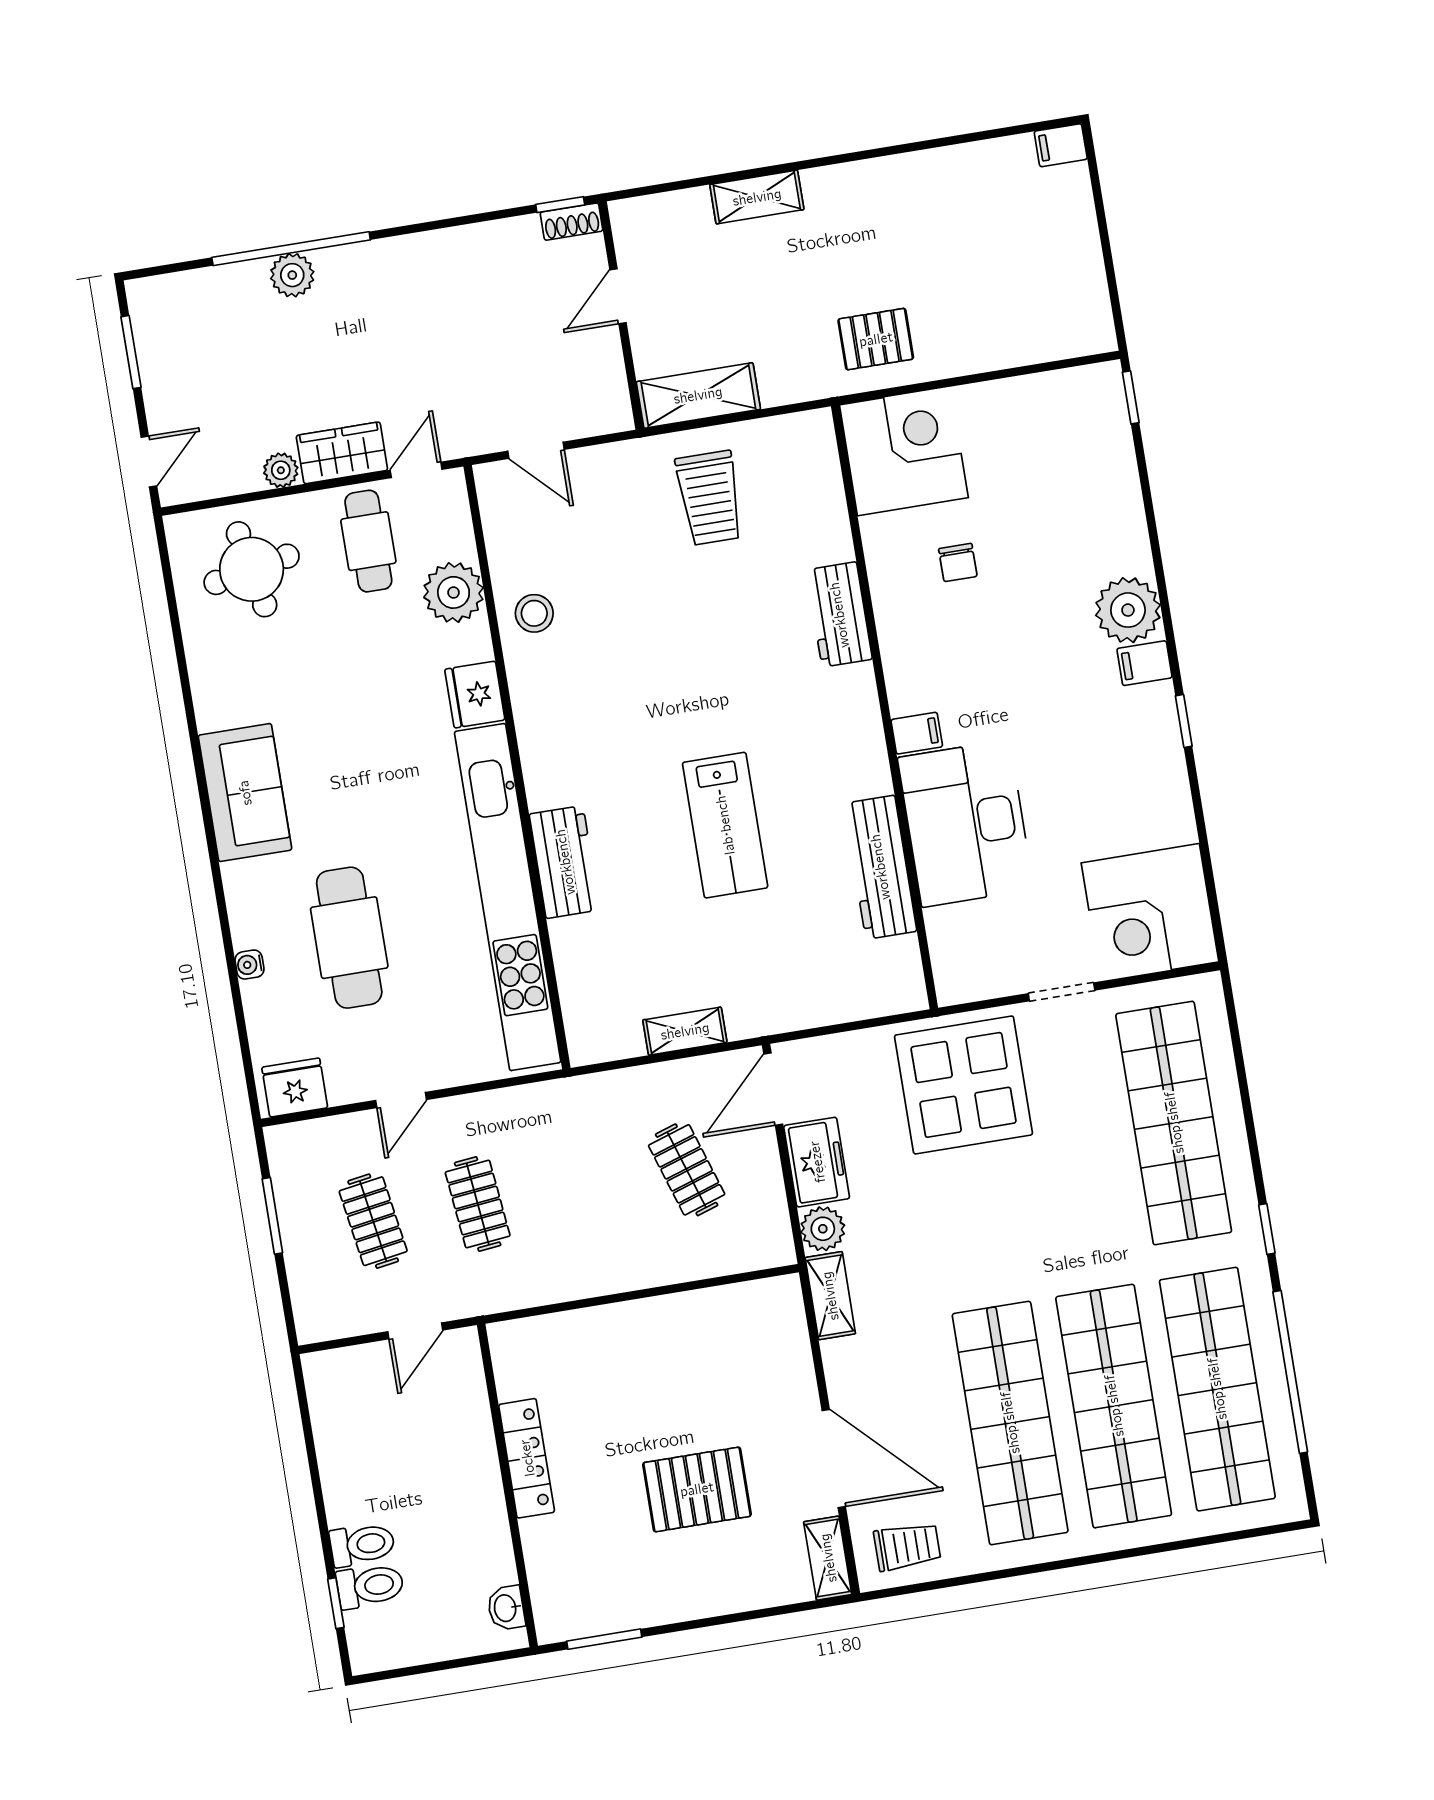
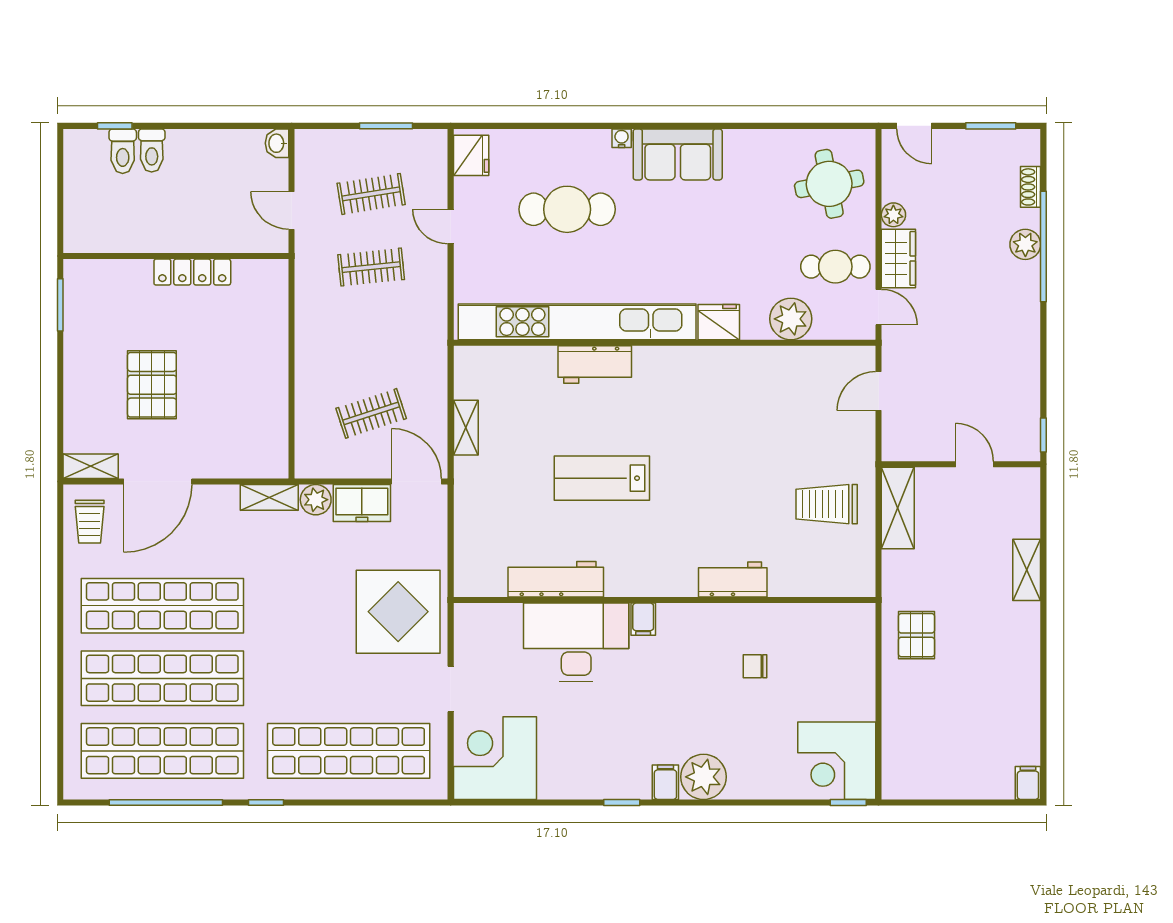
shoe rack: (572, 222) -> (1031, 187), moved
corner desk: (904, 451) -> (837, 761), moved, turned 90
stool: (534, 613) -> (768, 372), removed
water cooler: (249, 965) -> (622, 138), moved
washbasin: (506, 1608) -> (277, 143), moved, turned -90

